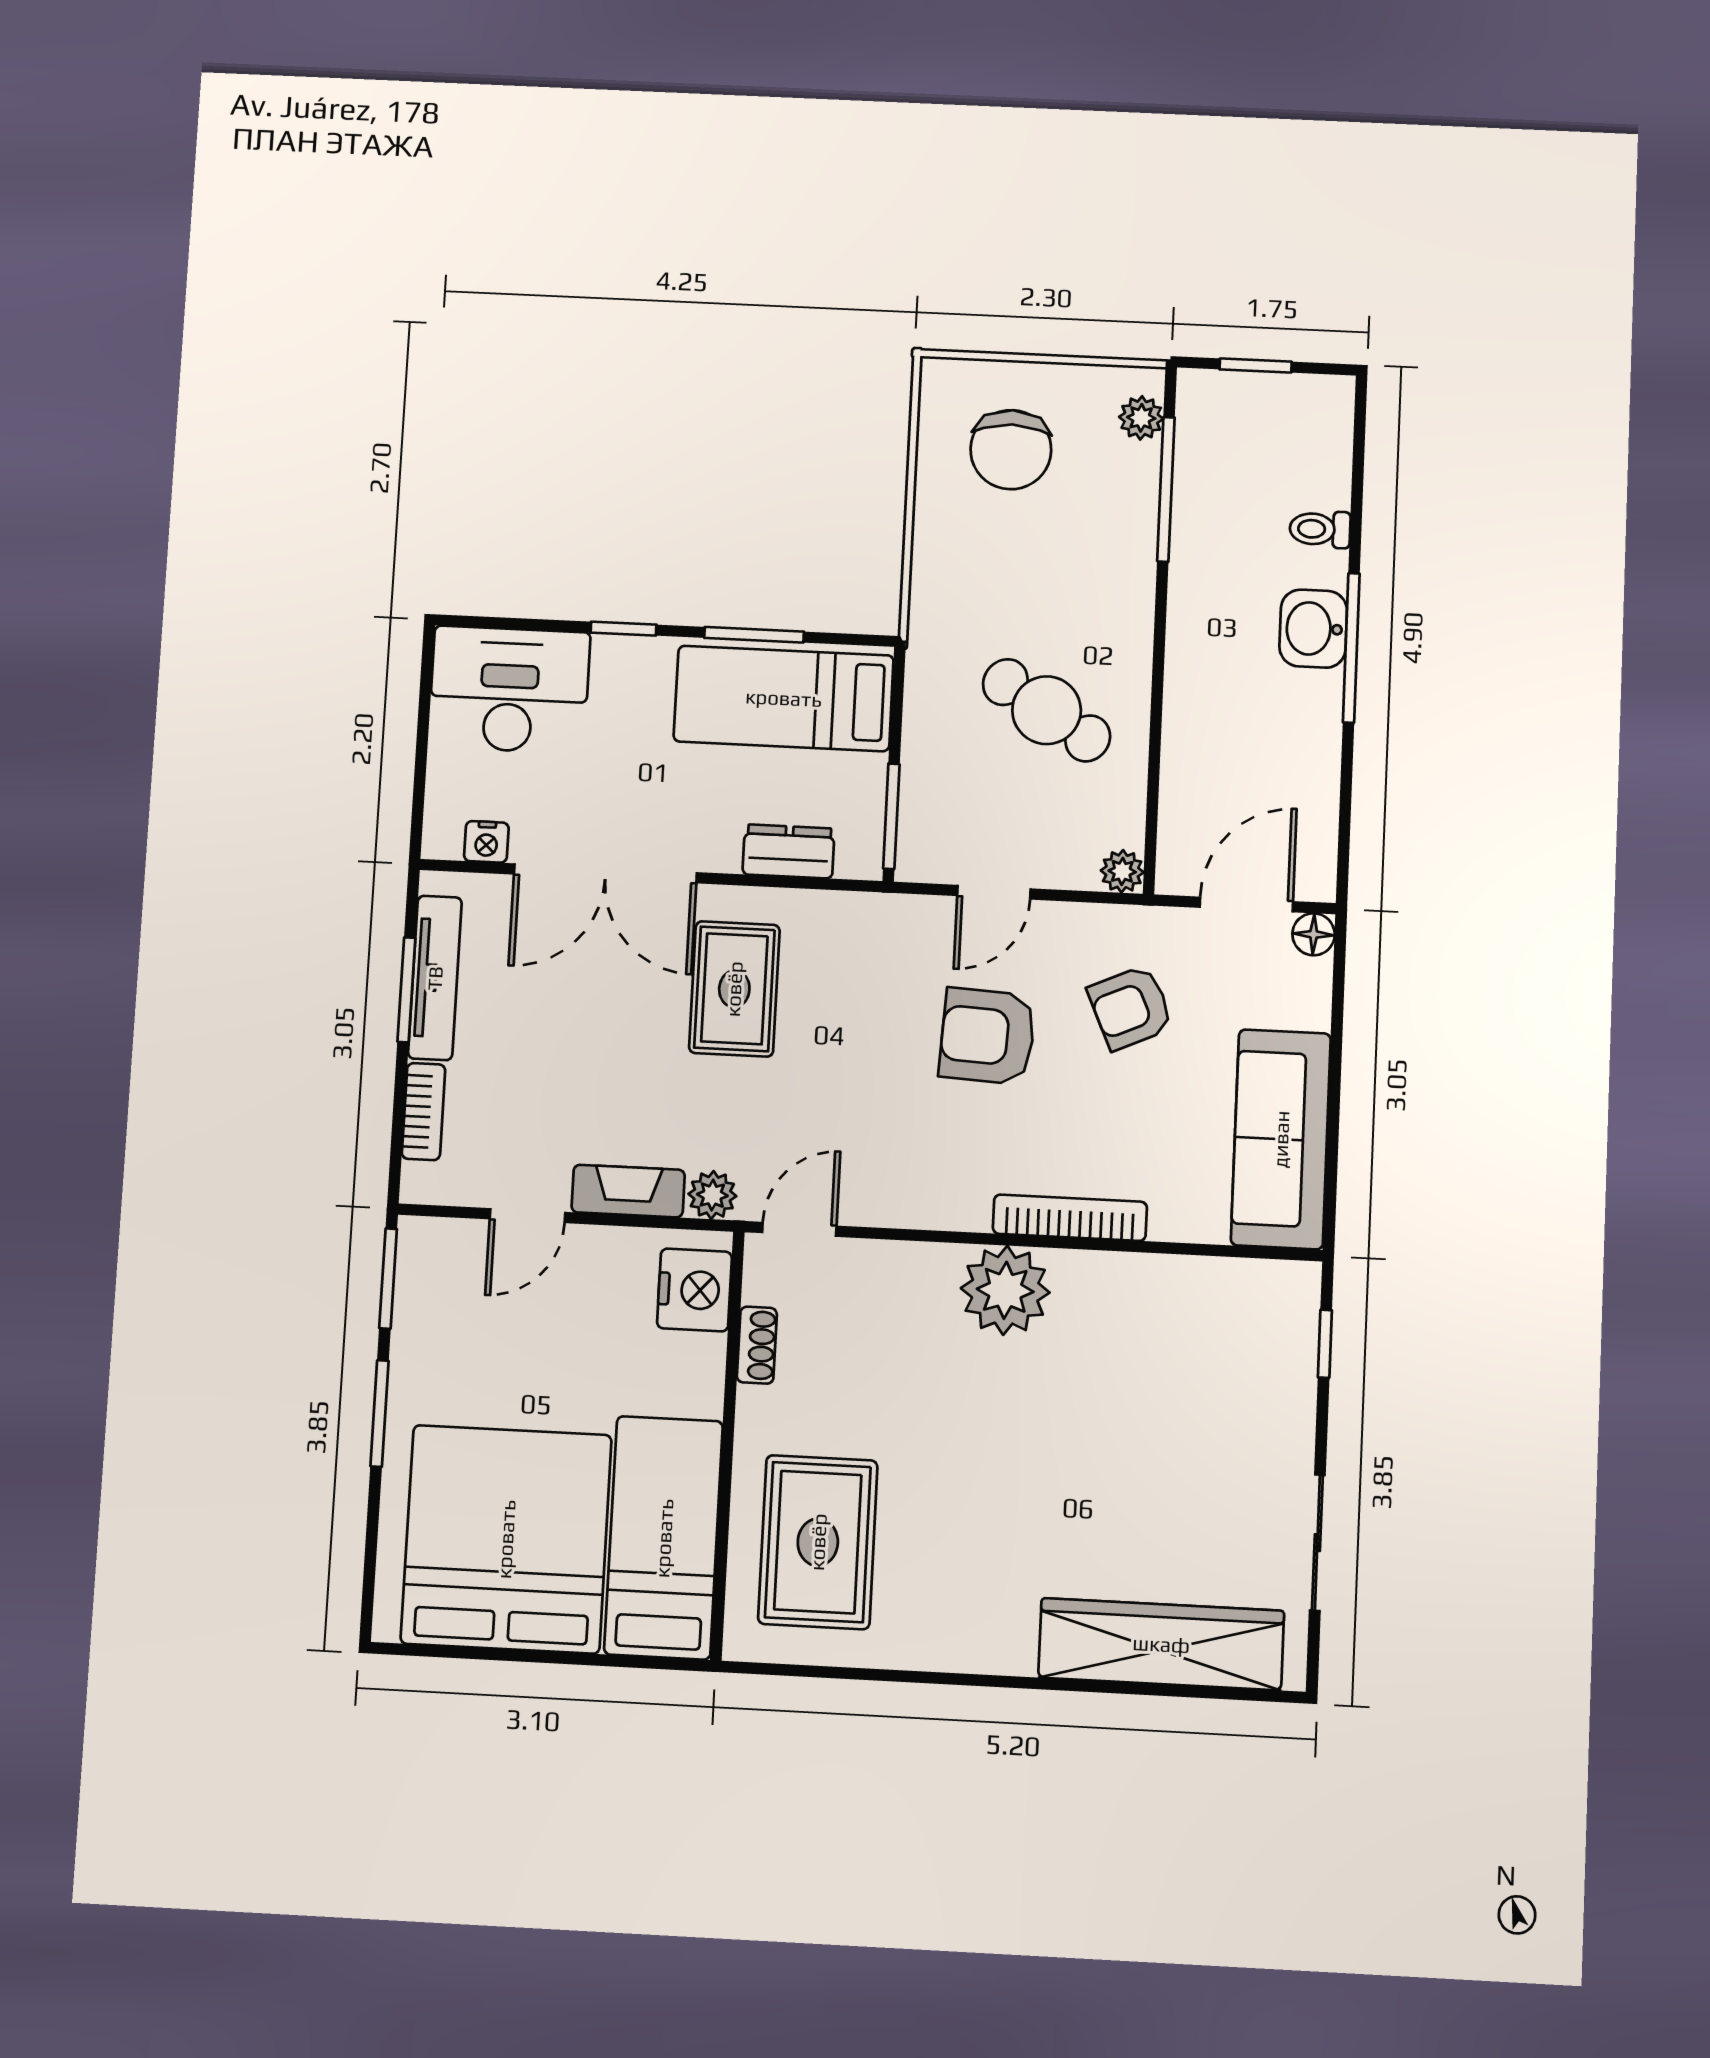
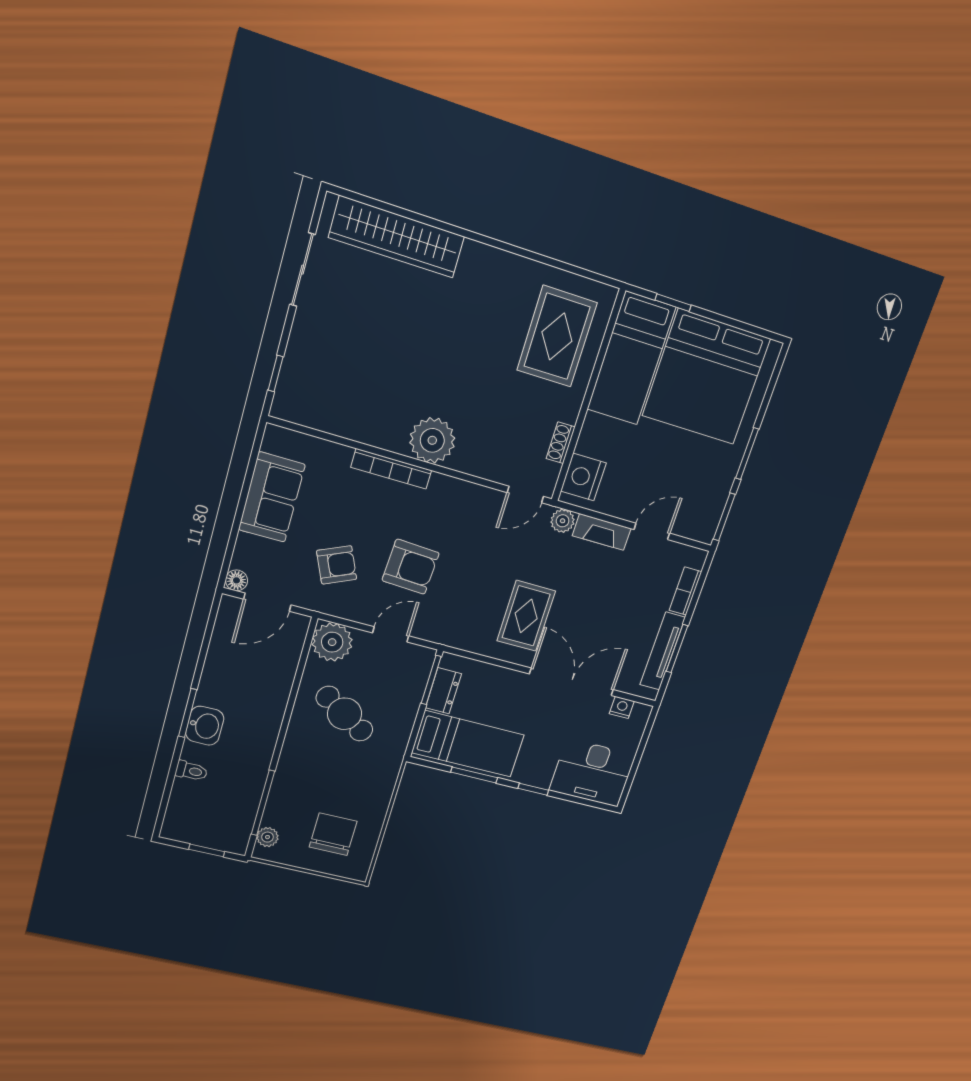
window: (1351, 648) -> (188, 713), width x0.69
dresser: (789, 851) -> (443, 691), moved, turned -90
plant: (1122, 871) -> (332, 642), width x1.88, depth x1.88
sofa: (1281, 1139) -> (272, 497), width x0.73
window: (612, 1661) -> (673, 303), added

